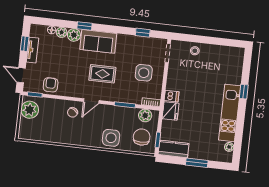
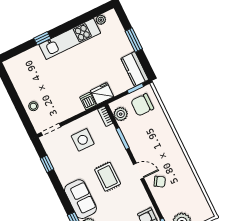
side table: (111, 138) -> (161, 132), removed

